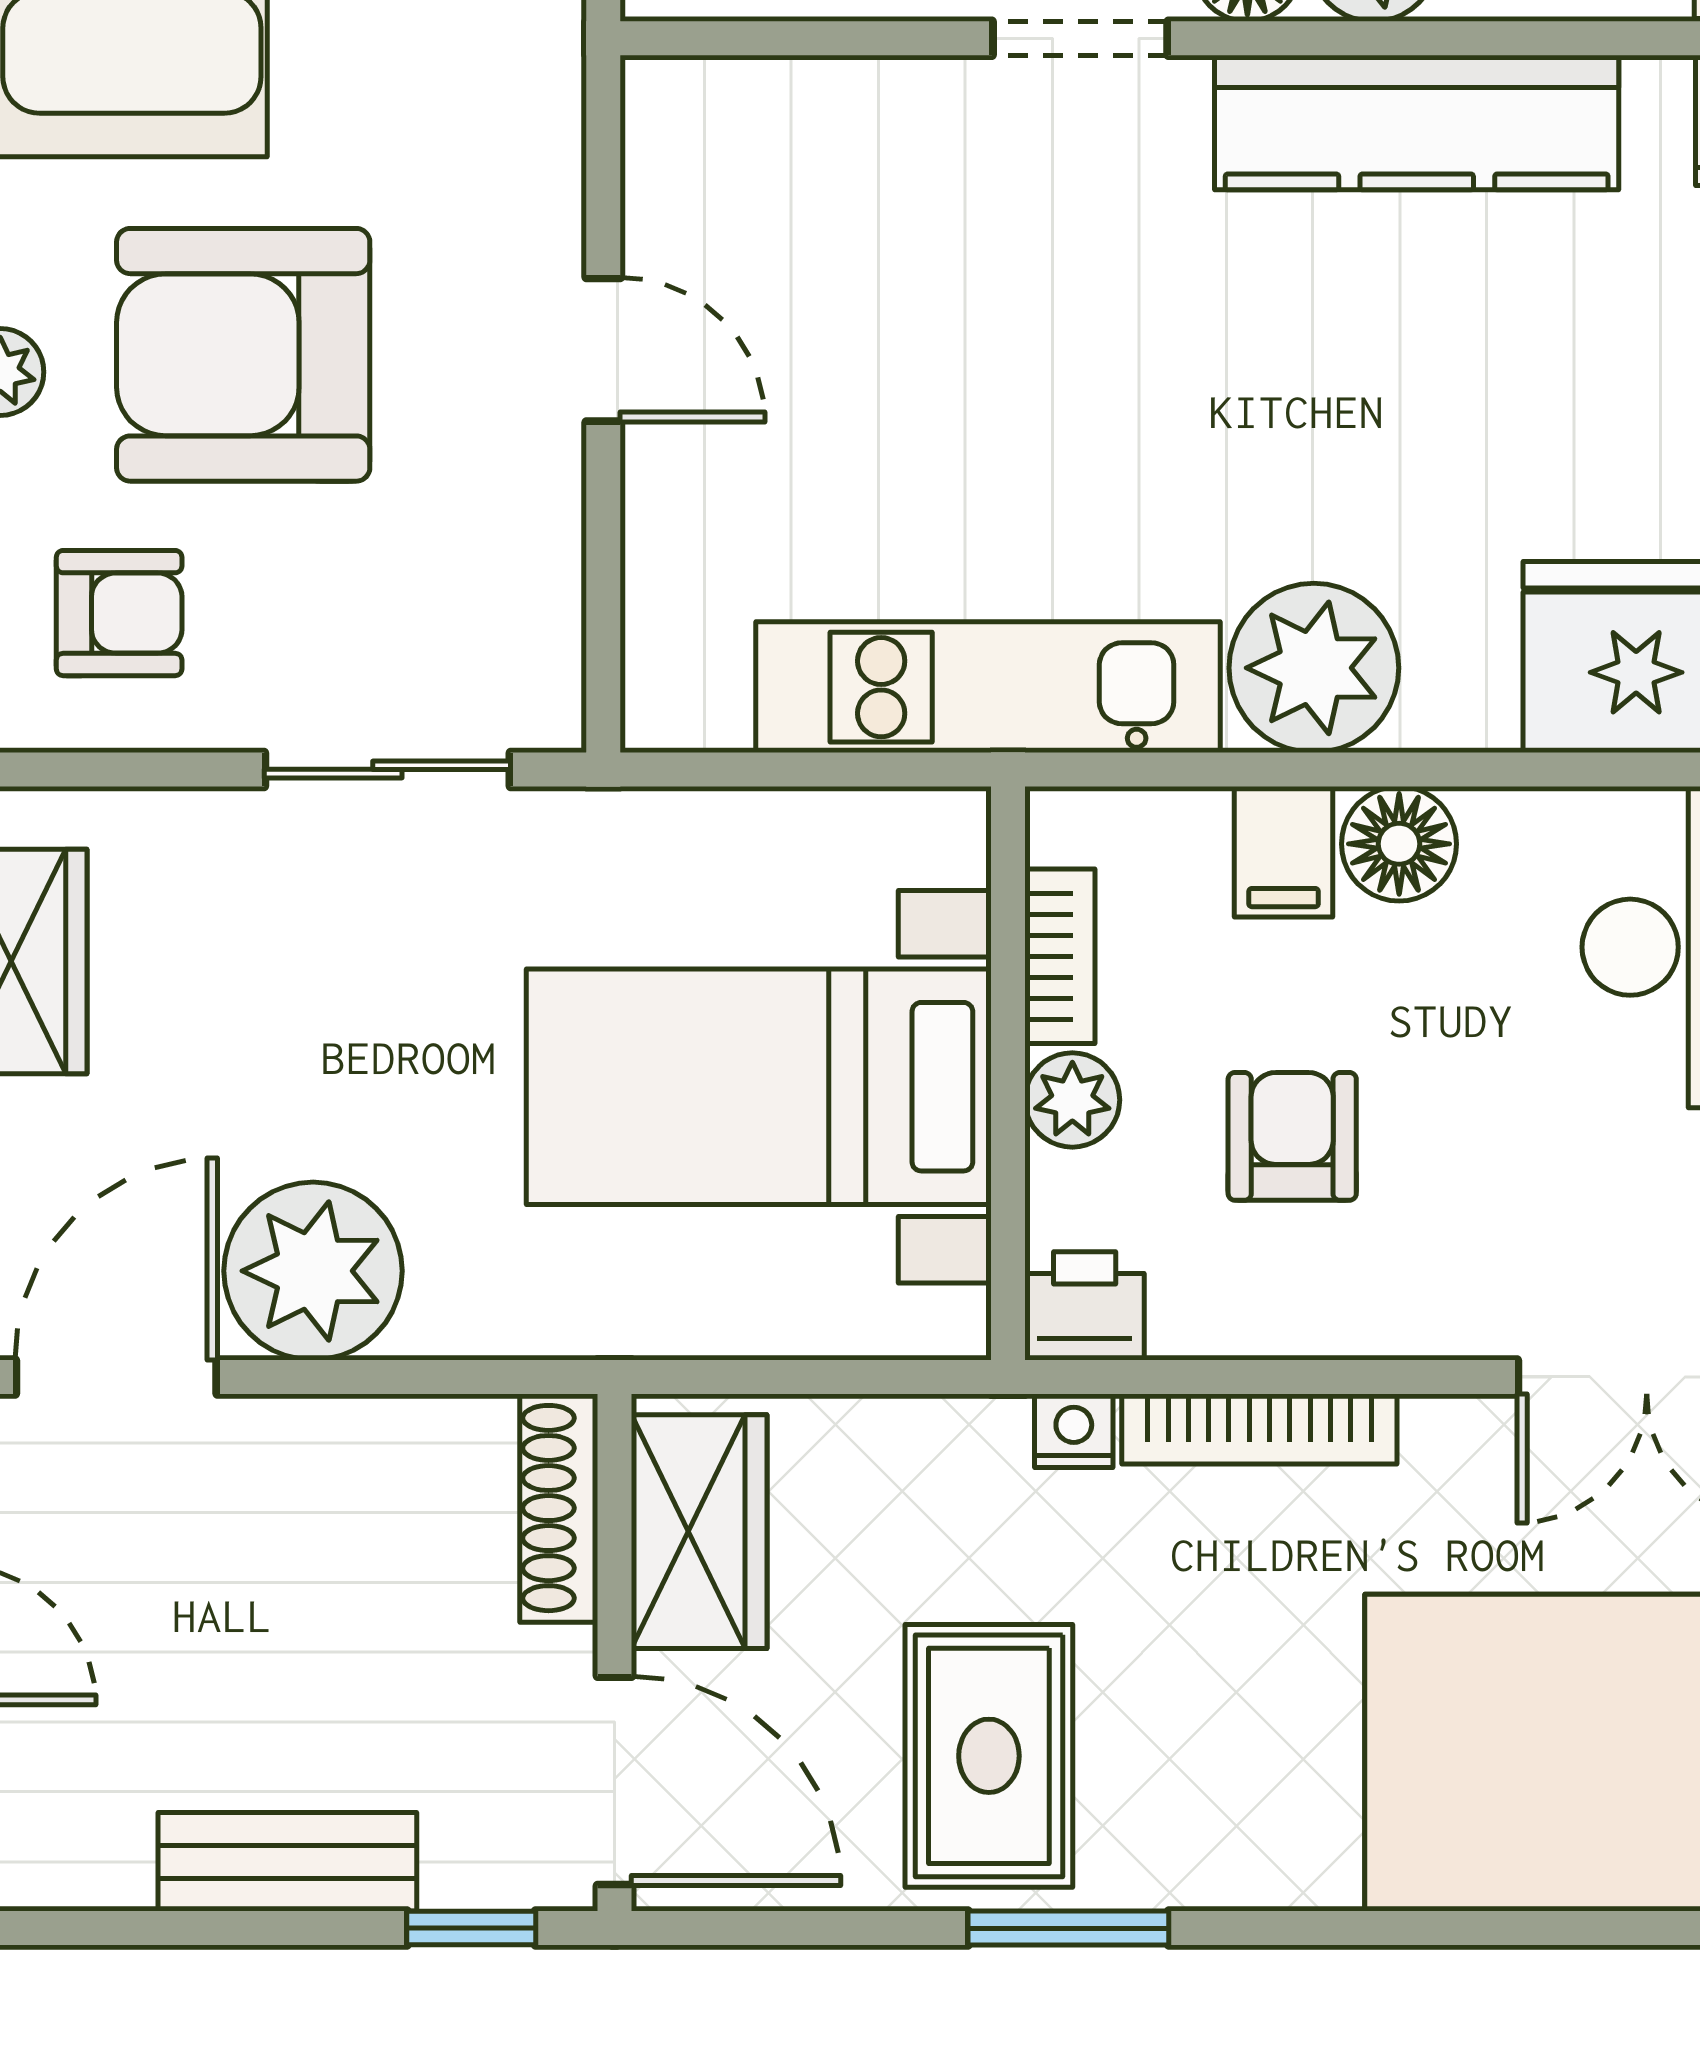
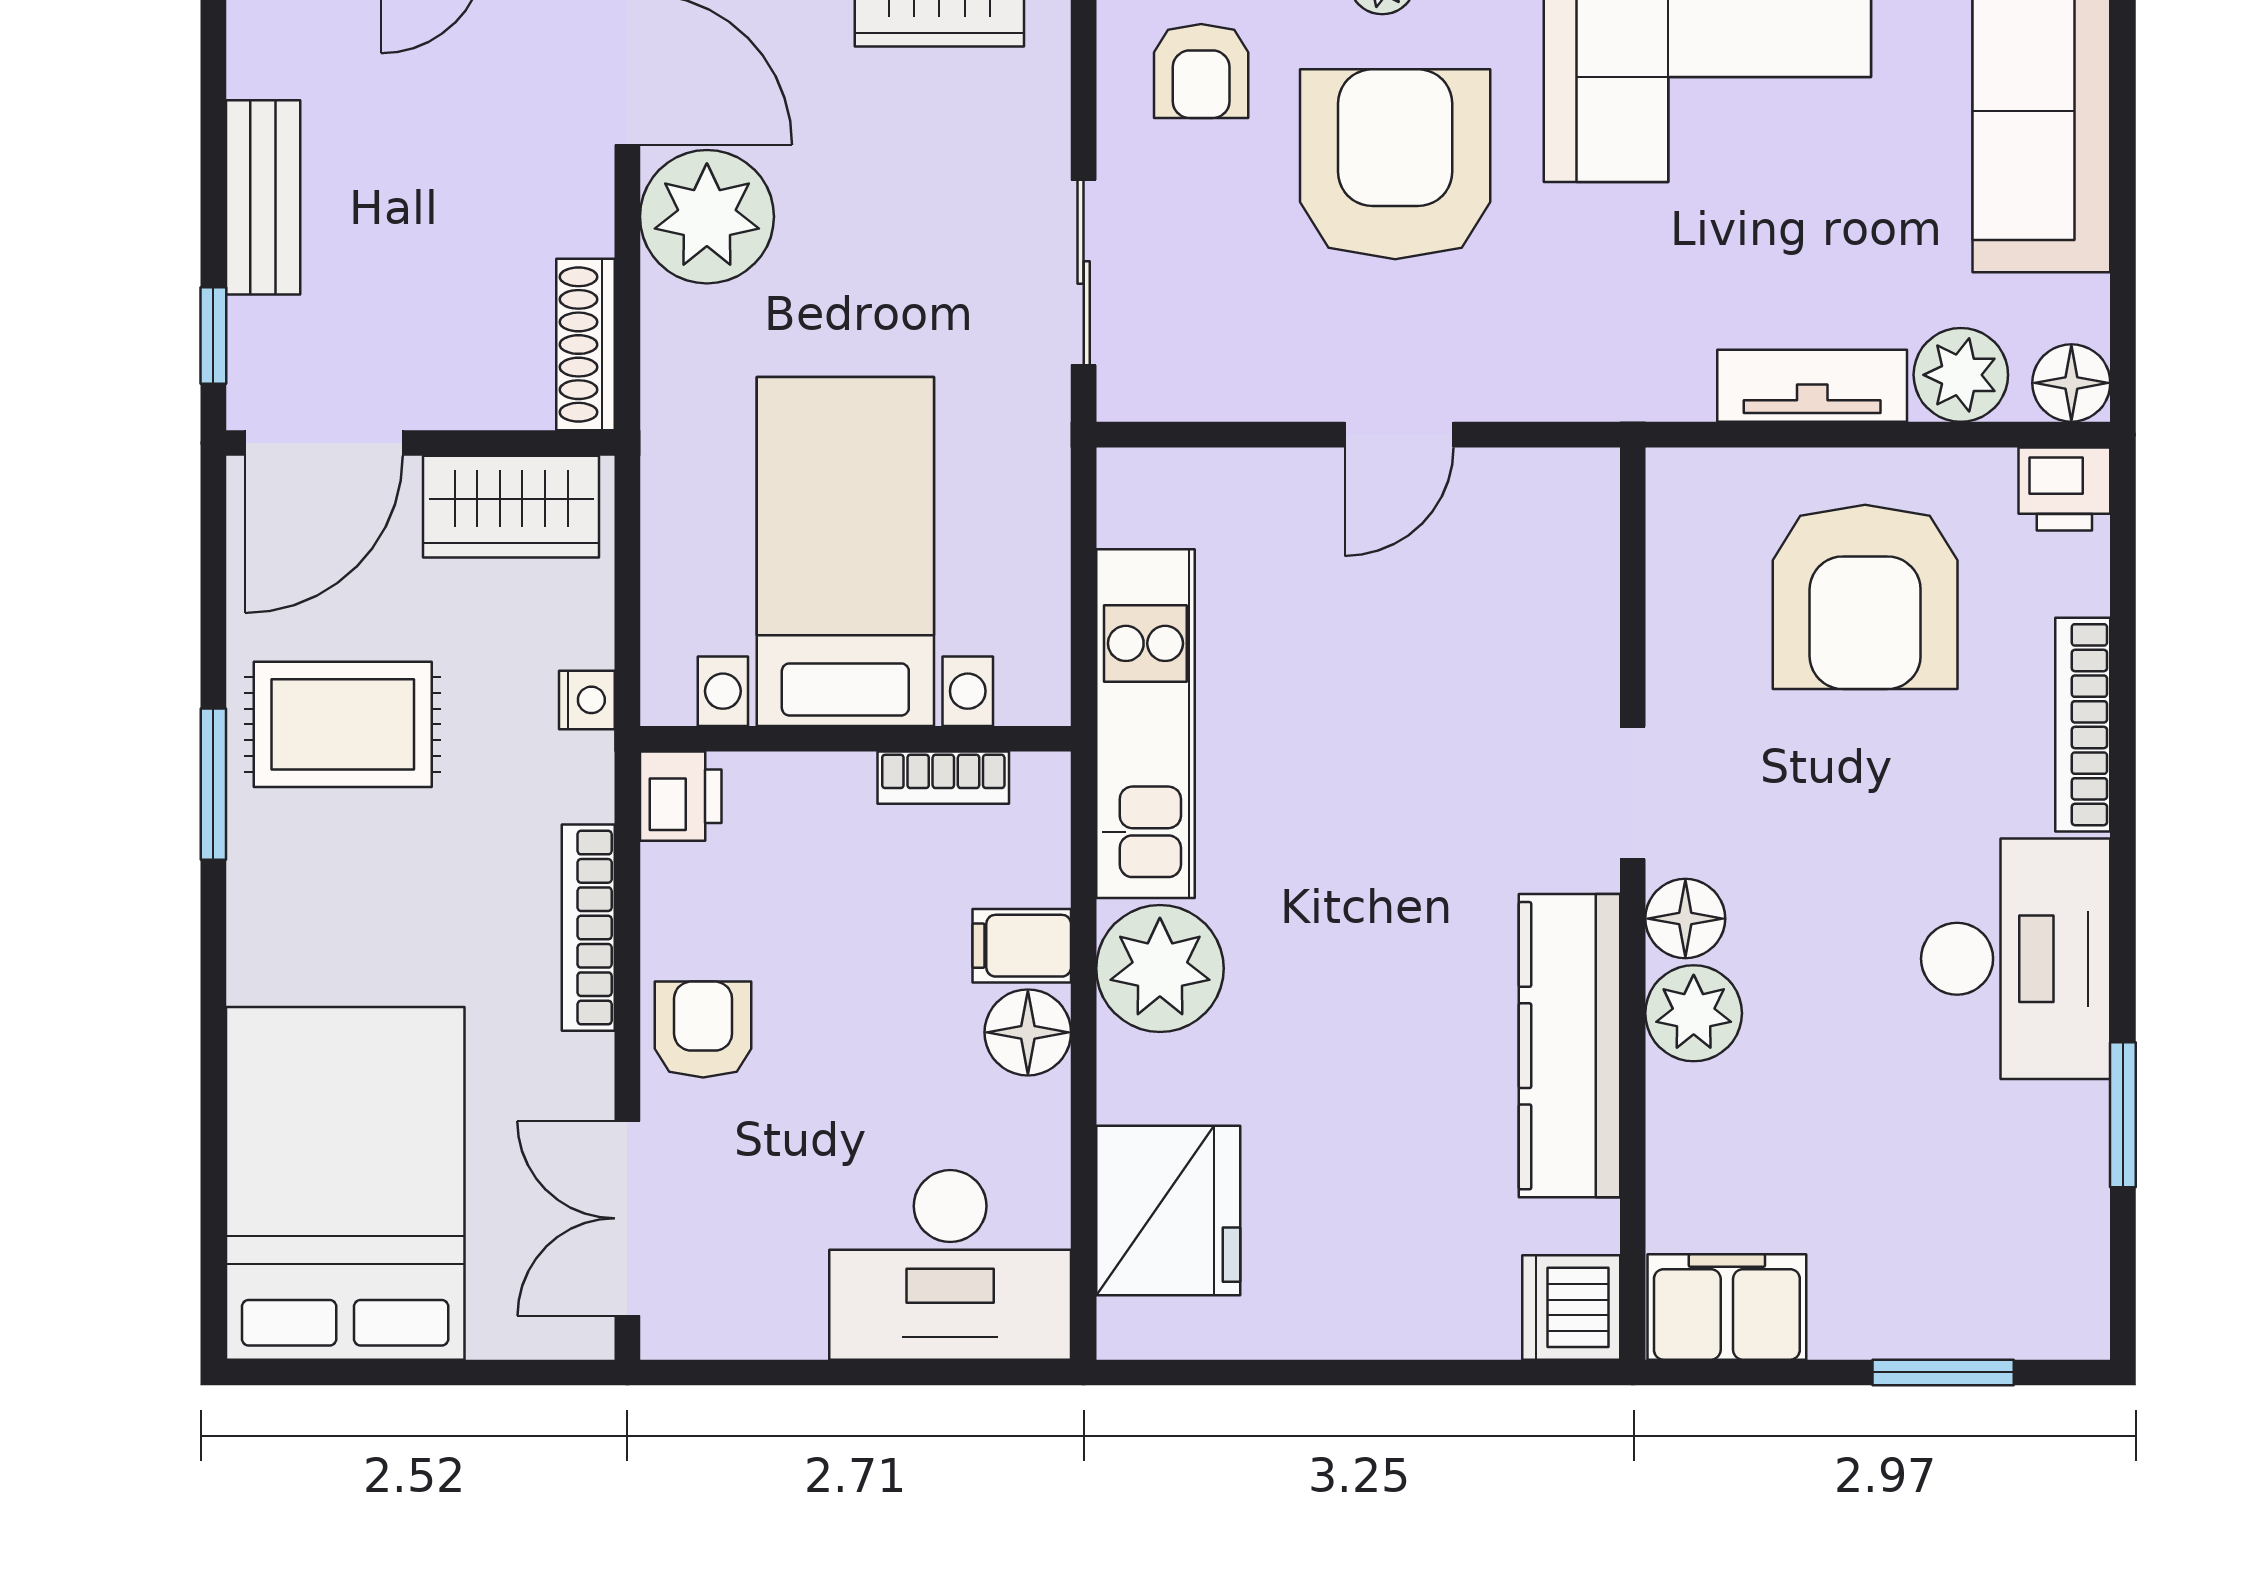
plant: (1072, 1100) -> (835, 787), removed
armchair: (1292, 1136) -> (703, 1030), moved, turned -90
nightstand: (1074, 1431) -> (587, 700), moved
shoe rack: (559, 1508) -> (585, 345), moved, turned -90

